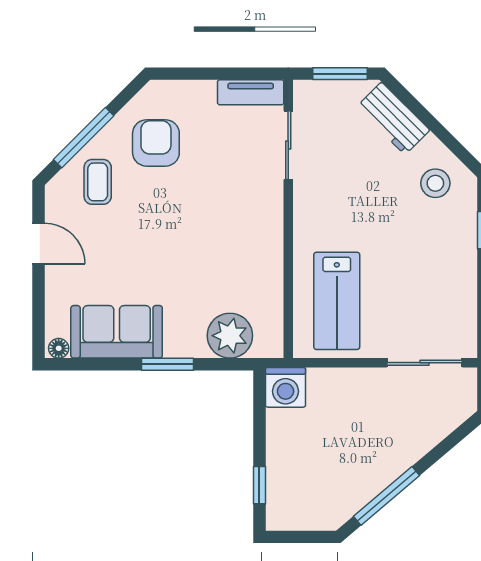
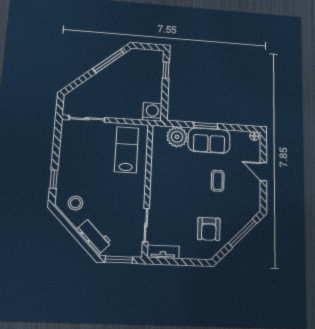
coffee table: (98, 182) -> (218, 181), moved
door: (38, 243) -> (263, 172), moved
sofa: (117, 332) -> (209, 141), moved

